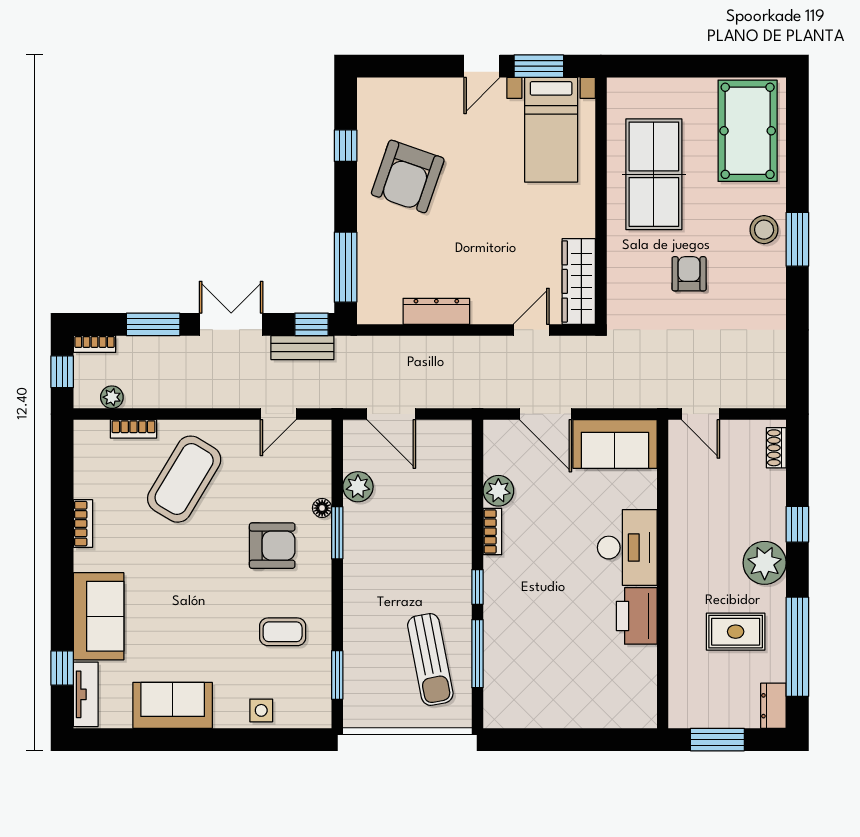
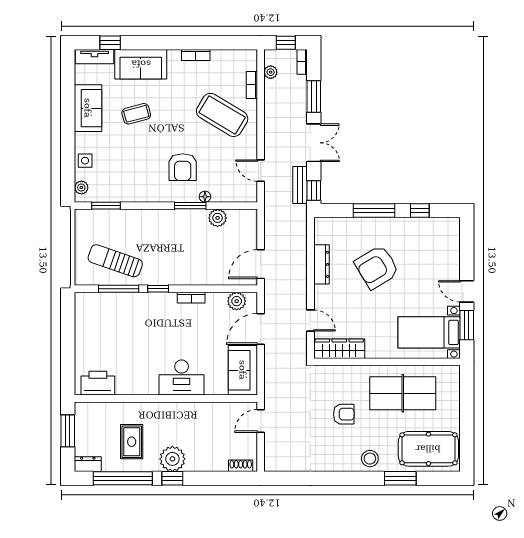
armchair: (408, 176) -> (377, 267), moved, turned -50
window: (797, 239) -> (400, 478), moved
window: (346, 267) -> (374, 211), moved
door: (391, 414) -> (261, 264), moved
plant: (498, 491) -> (237, 301), moved
window: (797, 524) -> (172, 478), moved
printer: (637, 616) -> (98, 383), moved
coffee table: (283, 632) -> (136, 114), moved, turned 75
sun lounger: (430, 659) -> (115, 261), turned 30
plant: (307, 717) -> (81, 187), added

